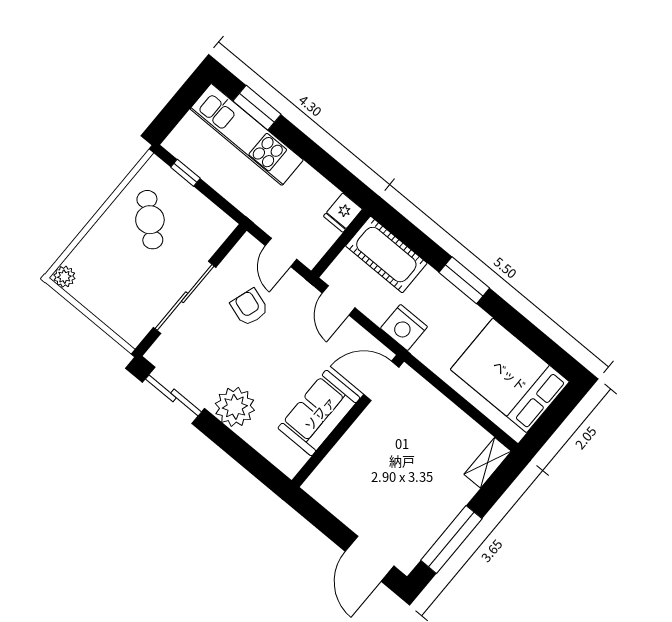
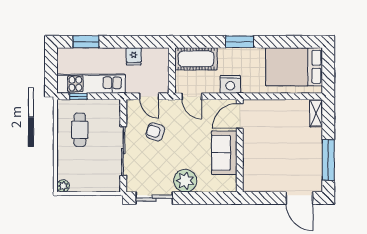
kitchen unit: (247, 134) -> (91, 84), moved, turned 180
fridge: (343, 213) -> (134, 56), moved
cafe table: (150, 220) -> (80, 130), turned 48

